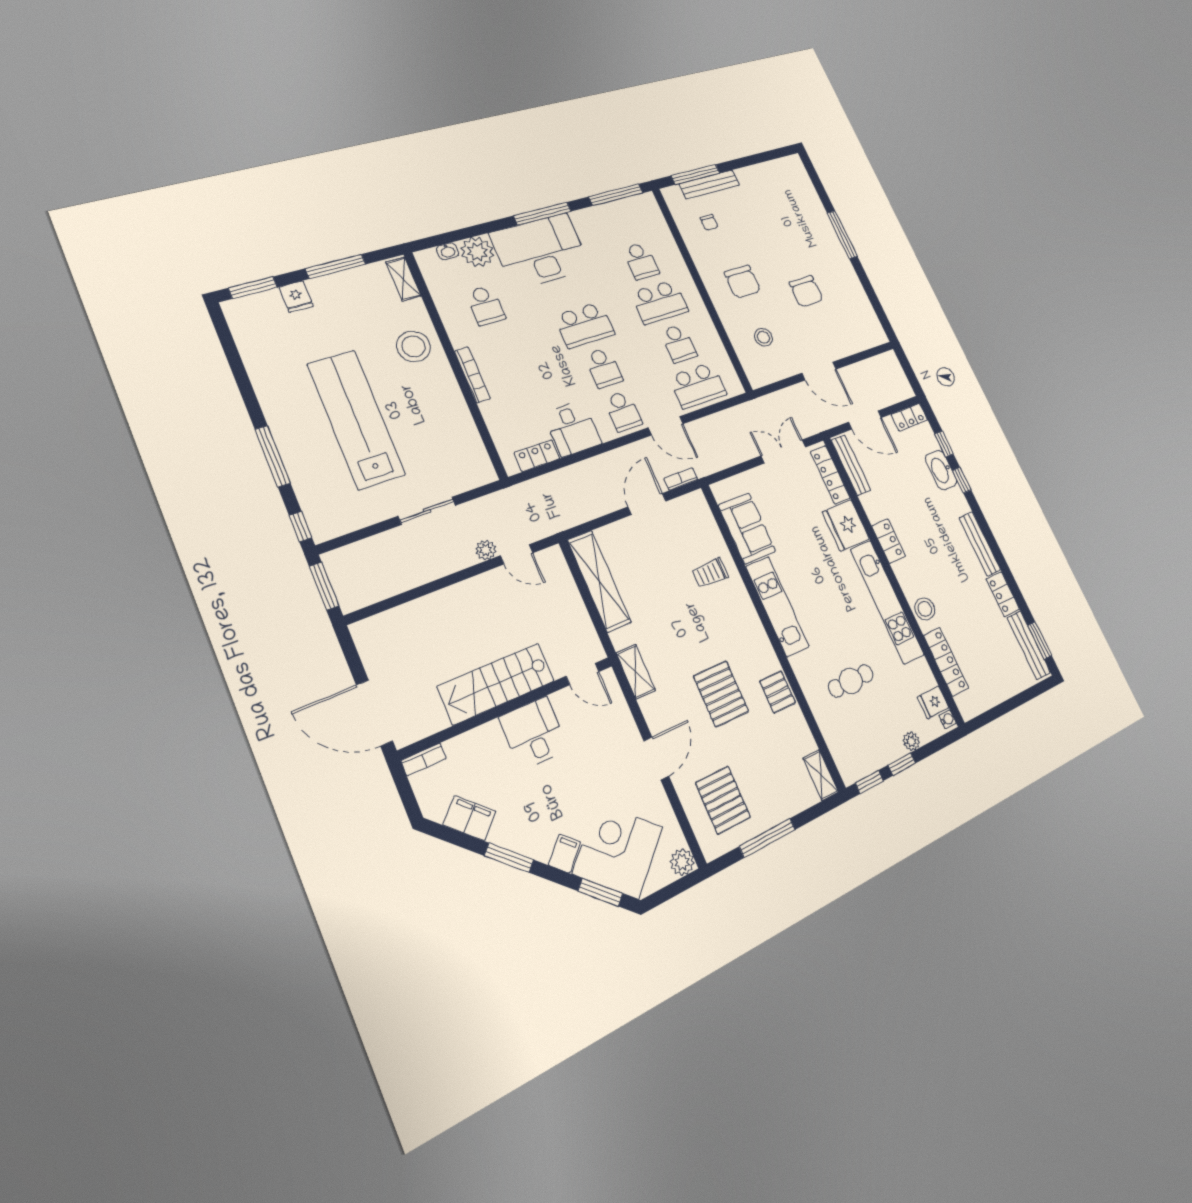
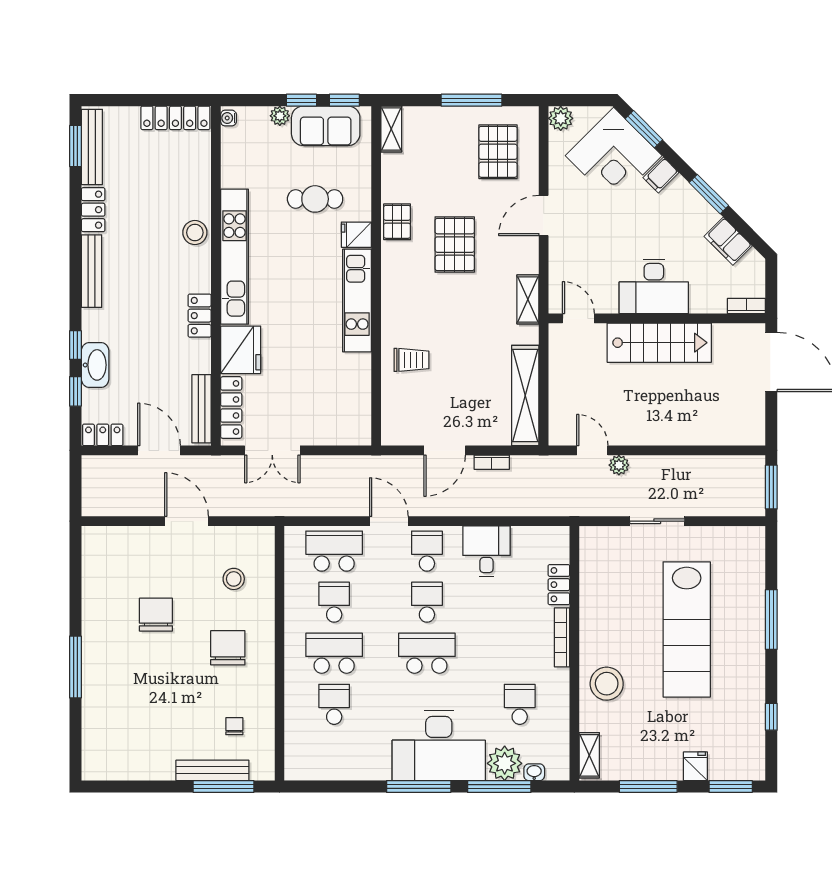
window: (616, 195) -> (499, 787), moved
locker: (537, 456) -> (559, 585), moved, turned 90
bookcase: (681, 479) -> (492, 462), moved
window: (301, 527) -> (771, 717), moved
sofa: (747, 528) -> (326, 126), moved, turned -90
locker: (946, 662) -> (175, 118), moved, turned -90
fridge: (933, 702) -> (356, 235), moved, turned 180
desk: (534, 733) -> (654, 286), width x1.37

